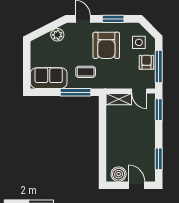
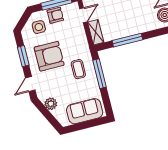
armchair: (147, 62) -> (55, 15), turned 180
sofa: (49, 78) -> (85, 111), moved, turned 90
window: (103, 129) -> (127, 40), added

